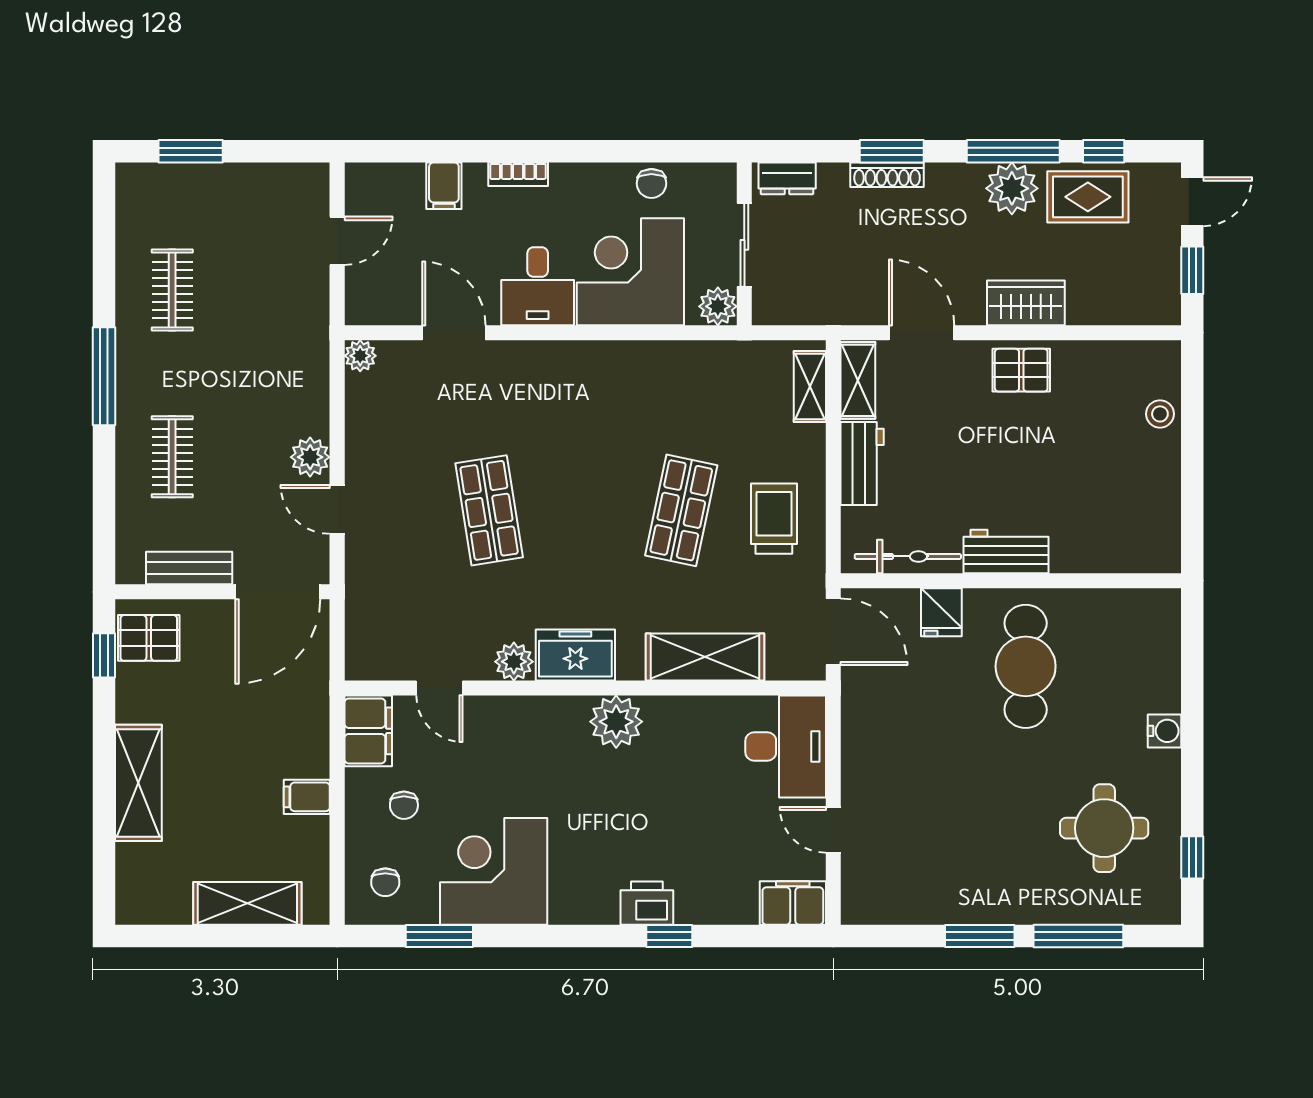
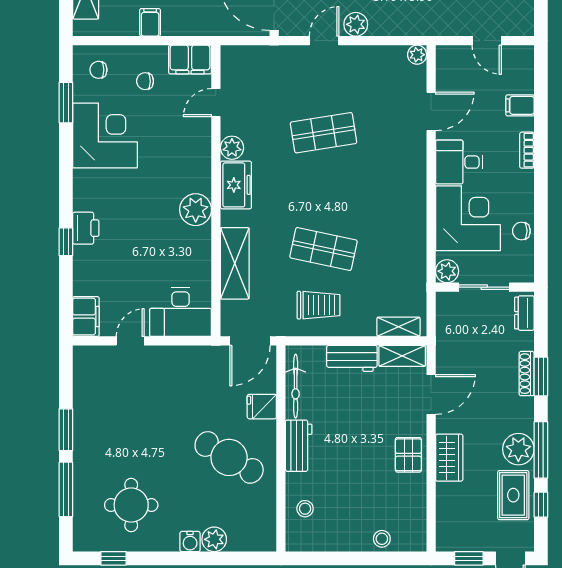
stool: (1110, 541) -> (305, 509), added
cafe table: (1026, 666) -> (229, 457), turned 31
plant: (1161, 691) -> (214, 539), added

